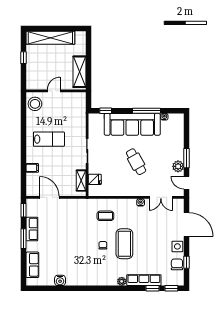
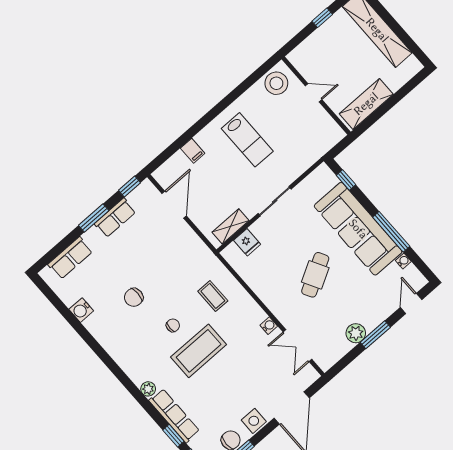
door: (187, 183) -> (411, 303), moved
chair: (75, 252) -> (134, 297), added

